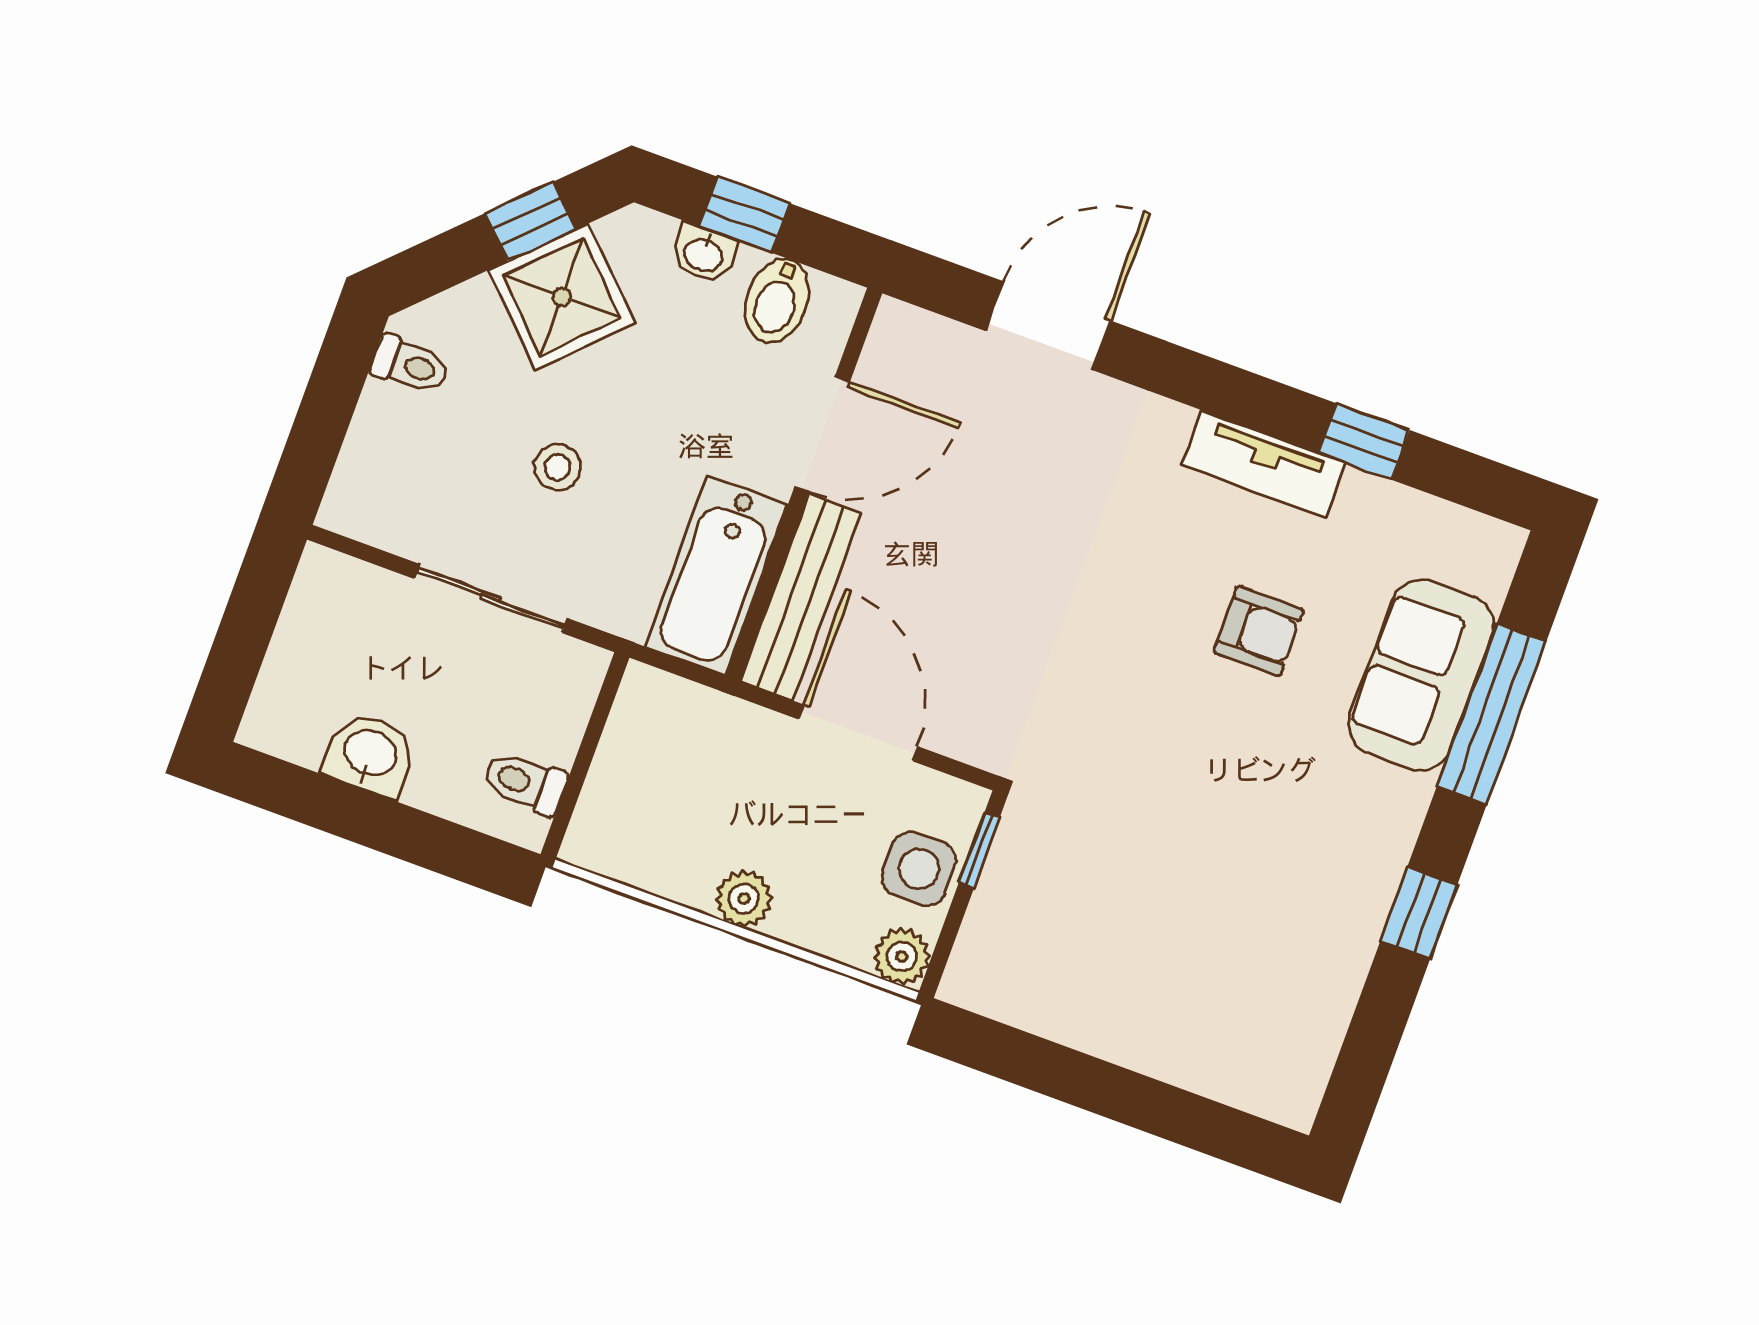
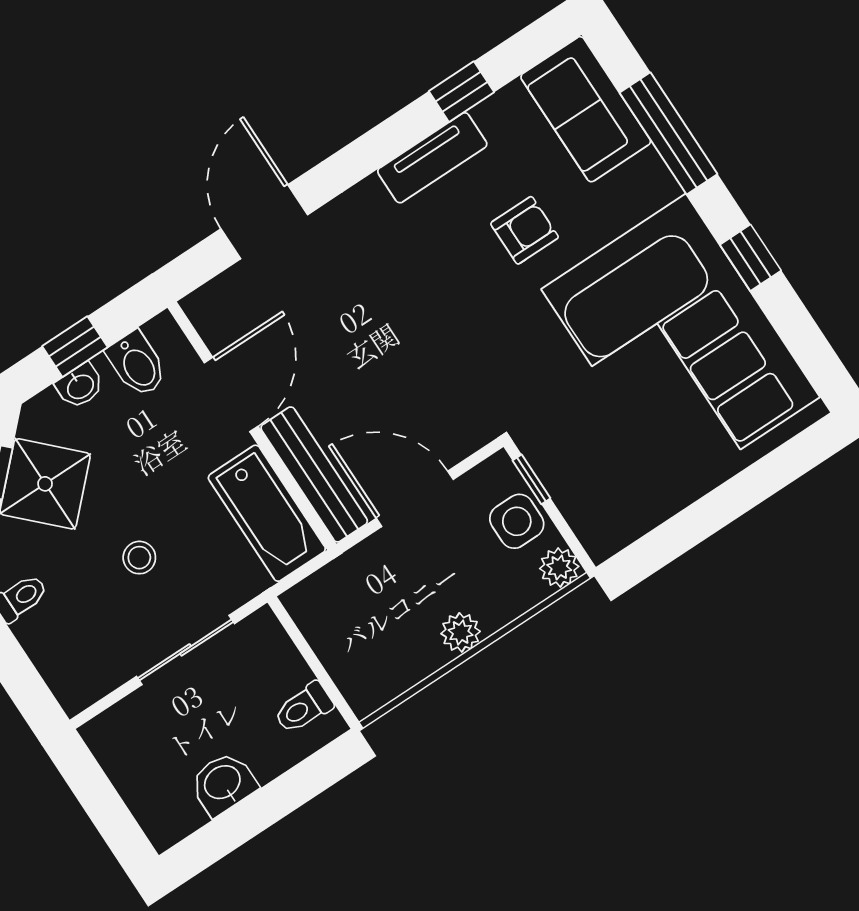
sofa: (1421, 675) -> (586, 109), moved
corner sofa: (1262, 905) -> (681, 343), added

